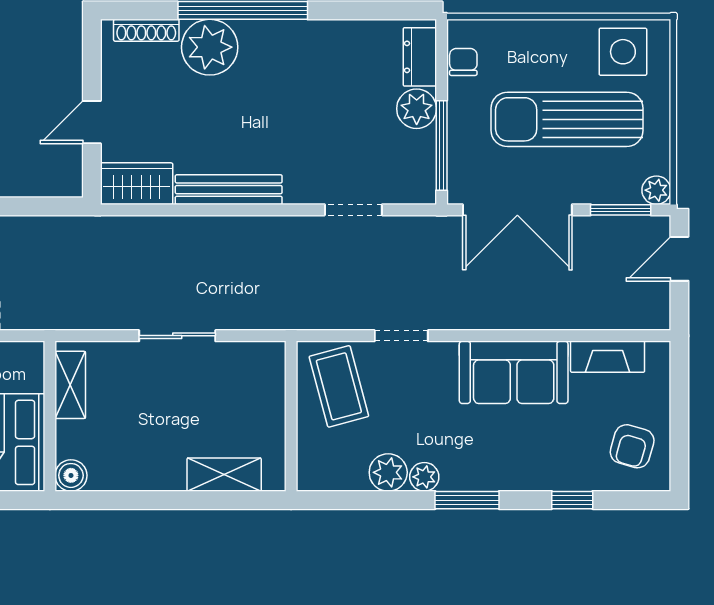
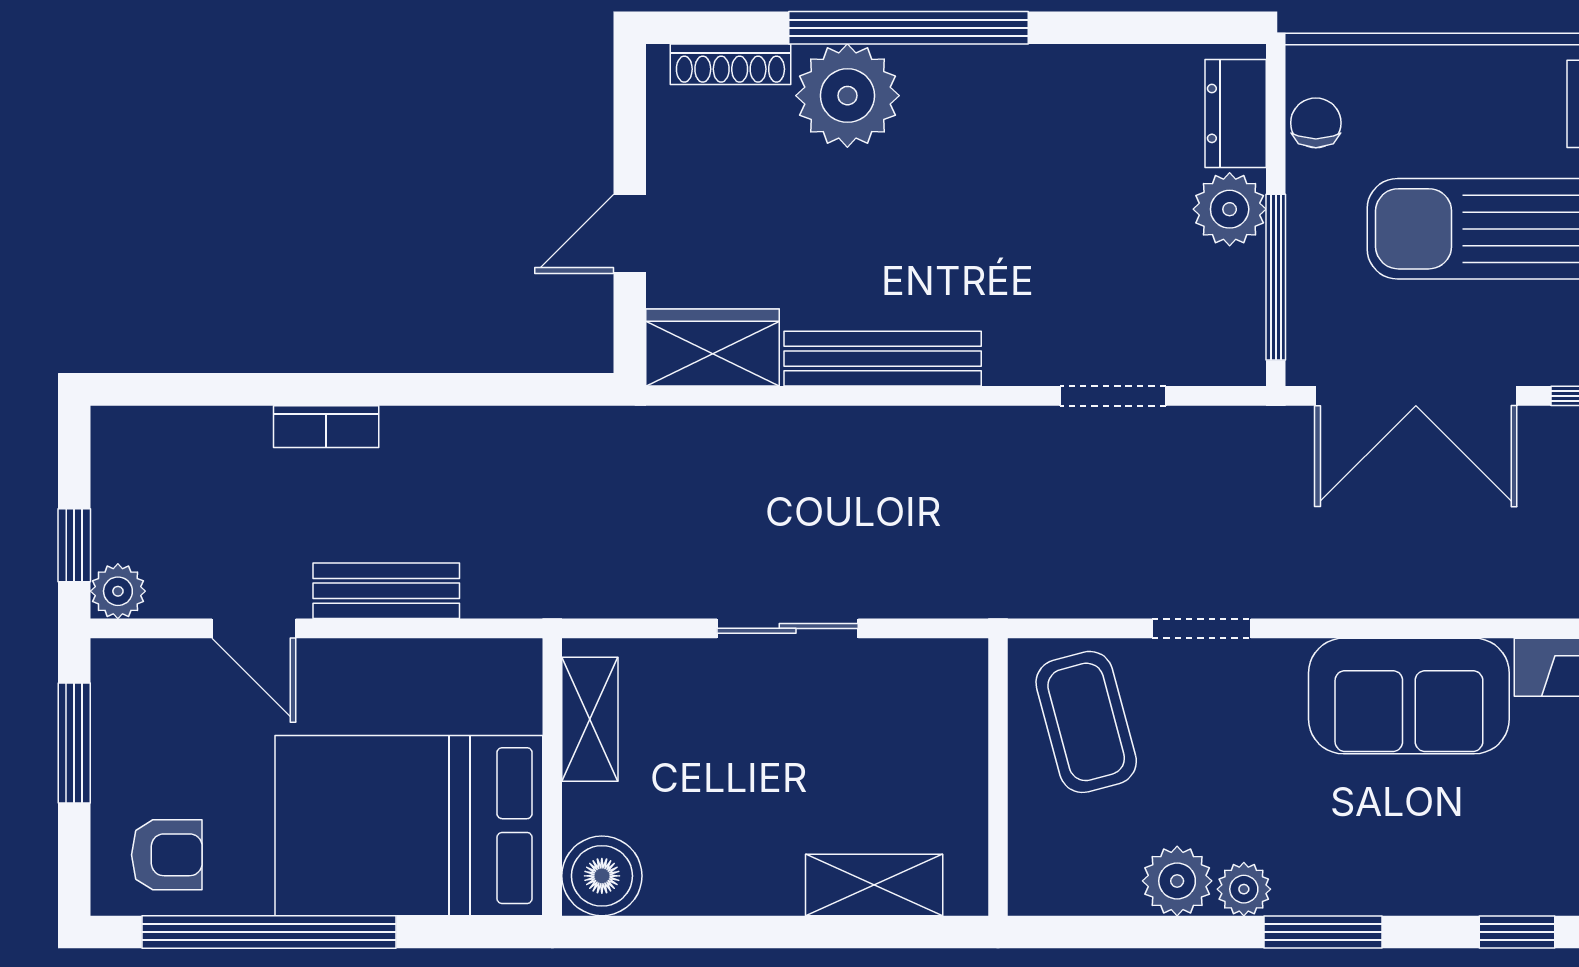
boiler: (71, 475) -> (602, 876), width x1.36, depth x1.36

